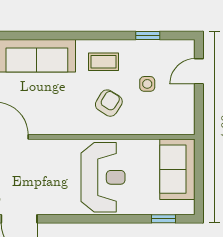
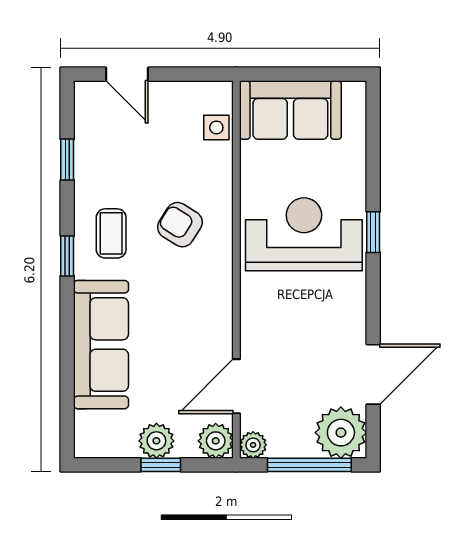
window: (90, 35) -> (67, 256), added
side table: (147, 84) -> (216, 127), moved
window: (163, 219) -> (373, 232), moved

